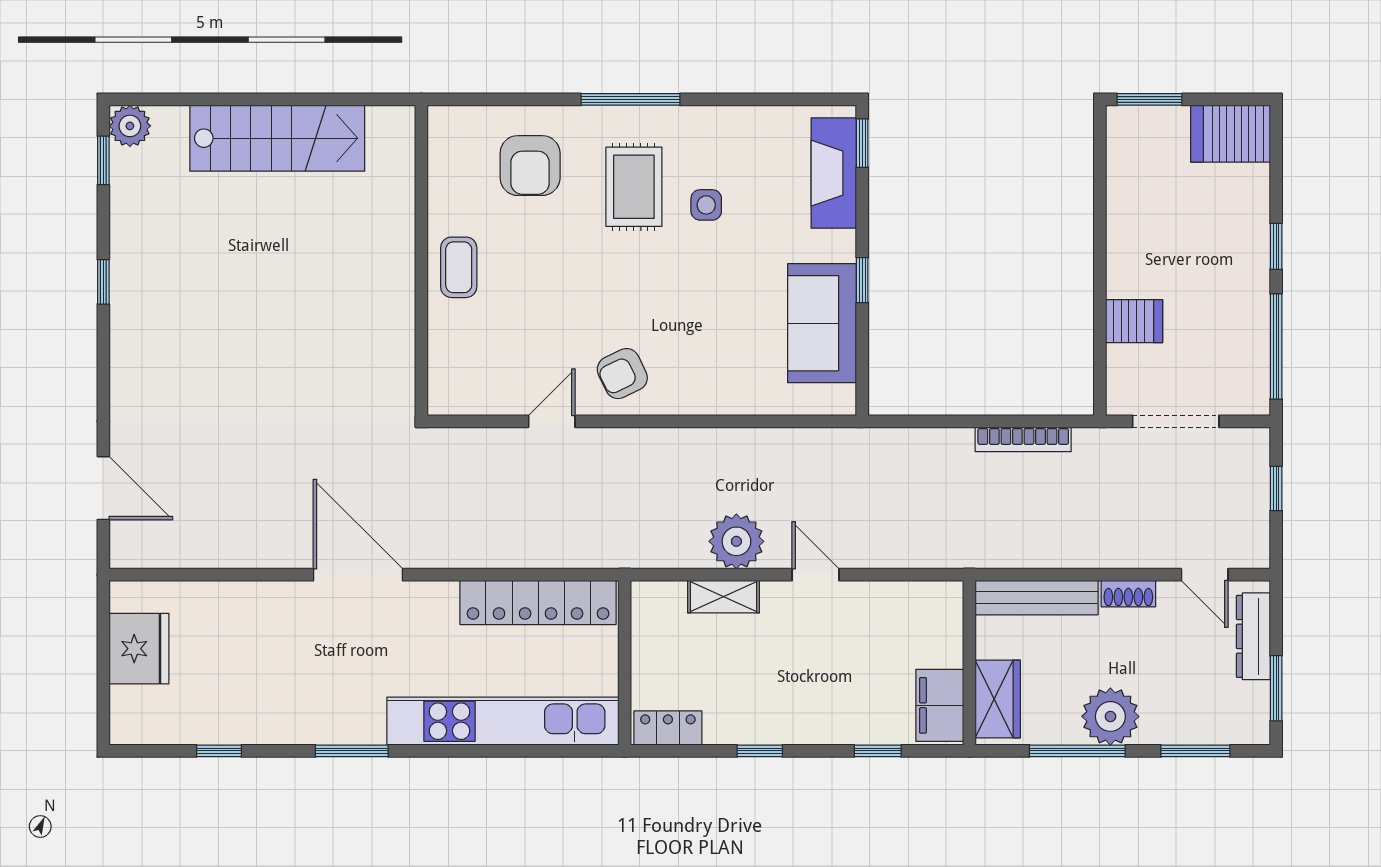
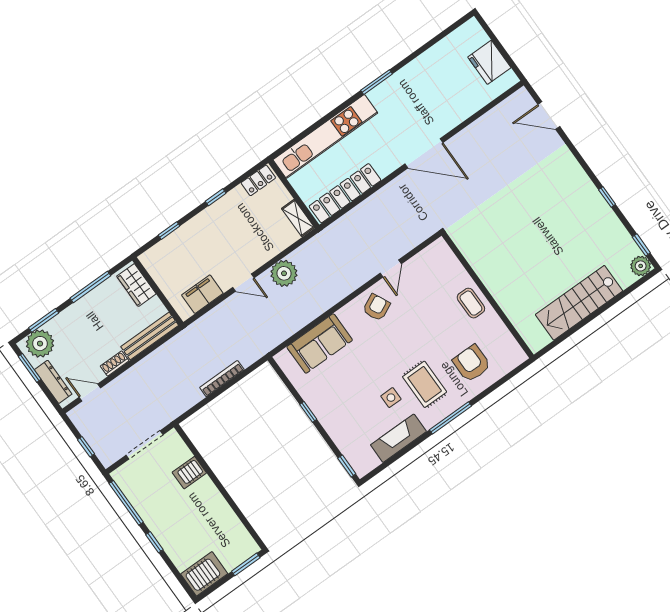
fireplace: (834, 173) -> (398, 438), moved, turned -90
sofa: (822, 323) -> (320, 343), moved, turned 90
bookcase: (1023, 439) -> (222, 379), moved
shelving: (724, 597) -> (298, 218), moved, turned 90
filing cabinet: (940, 705) -> (202, 294), moved, turned -90
plant: (1110, 716) -> (40, 344), moved
window: (219, 751) -> (429, 45), removed

